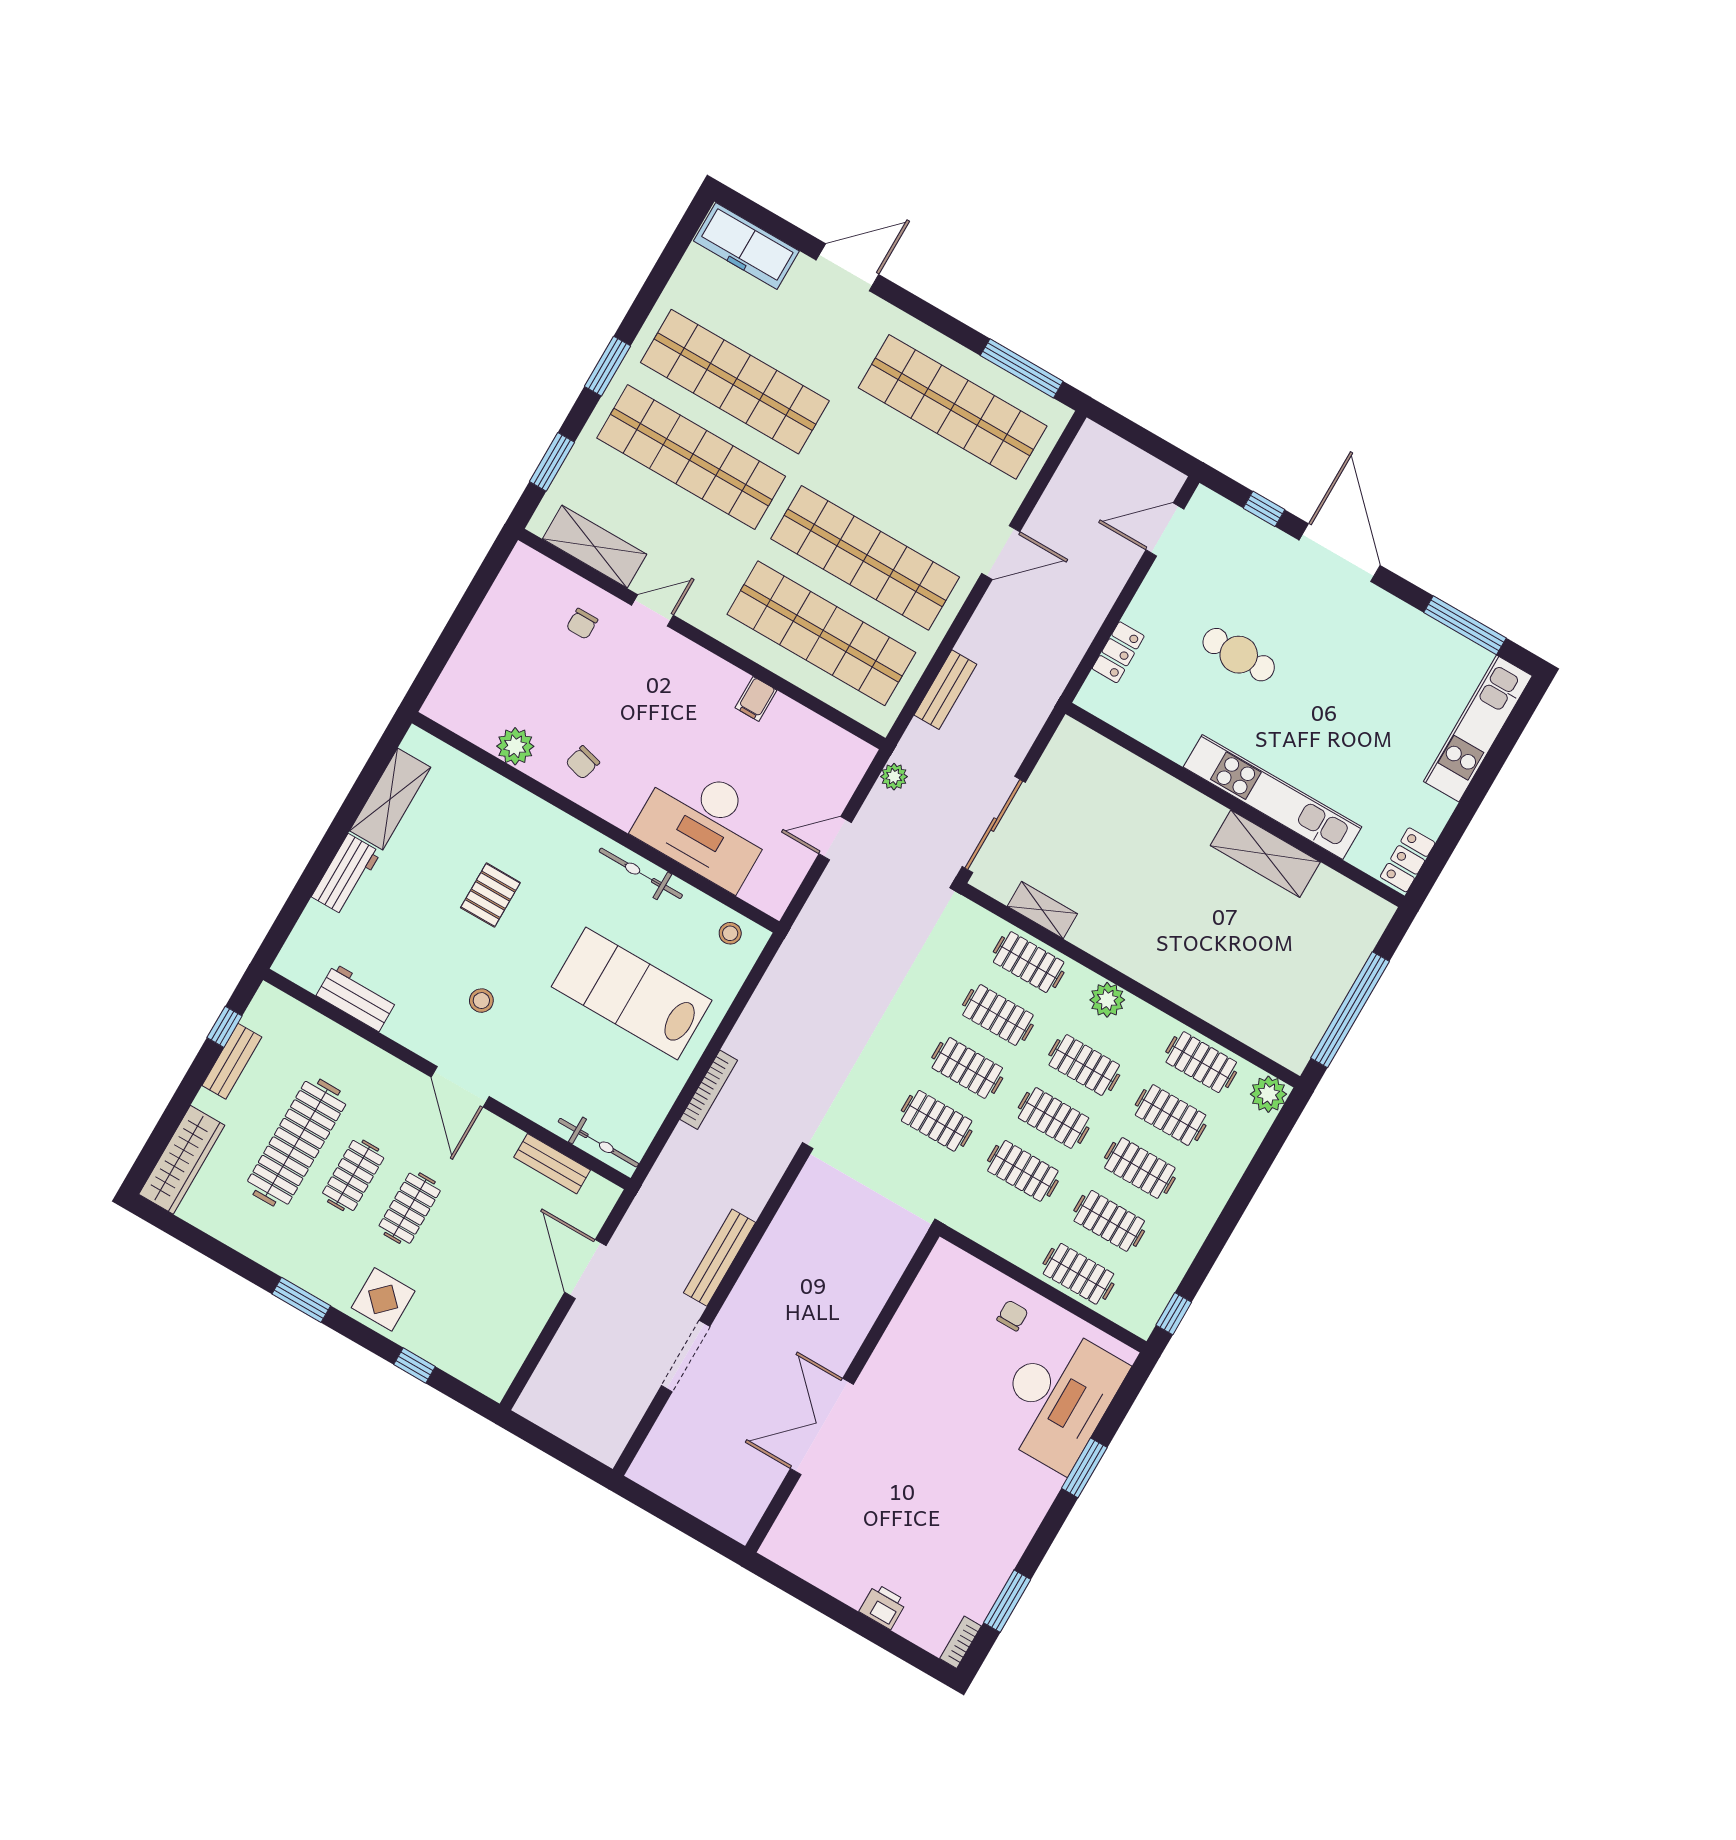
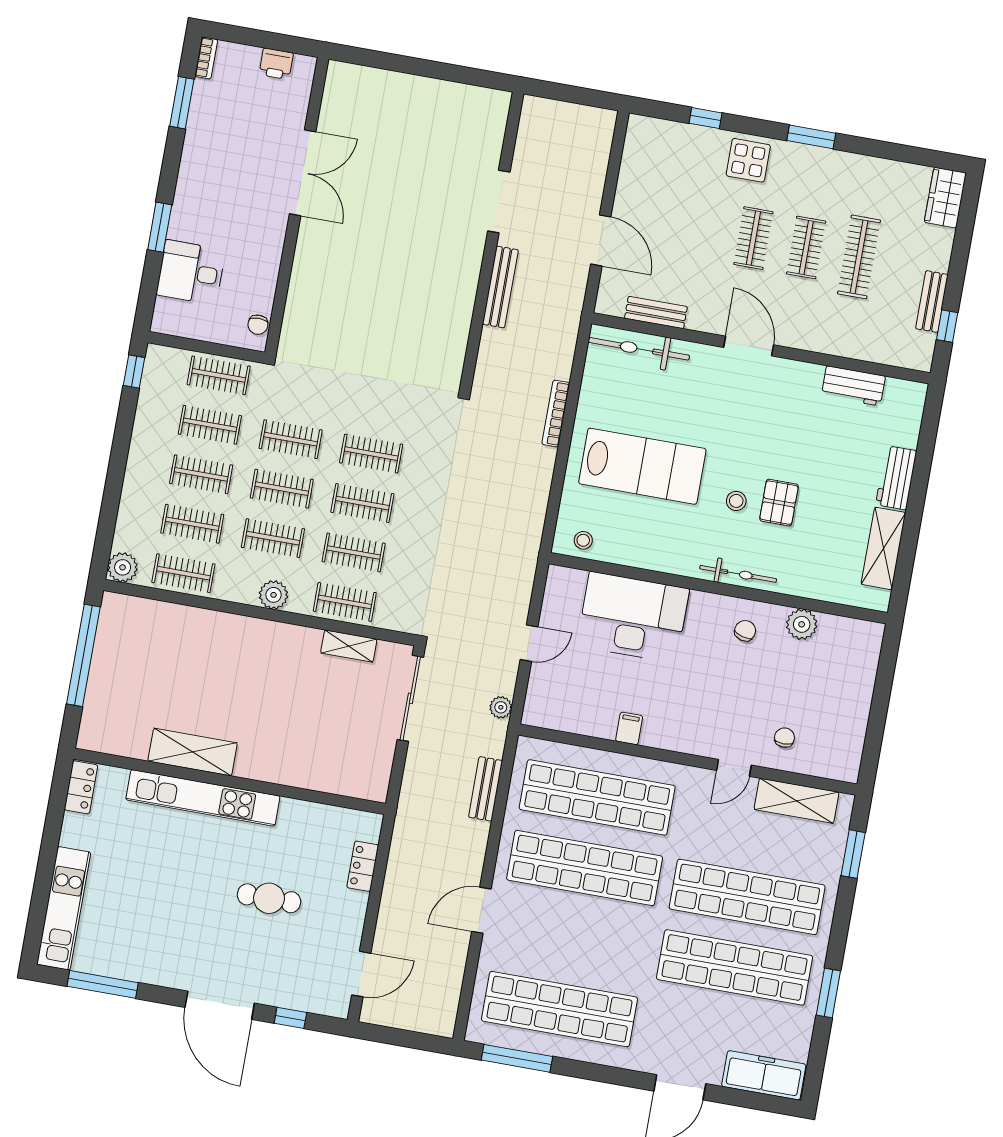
window: (607, 366) -> (828, 993), moved
bicycle: (641, 873) -> (738, 574), moved
stool: (481, 1001) -> (736, 501), moved
clothes rail: (297, 1143) -> (859, 257), width x0.73, depth x0.76
bicycle: (598, 1143) -> (639, 349), width x1.37, depth x1.40
wardrobe: (182, 1160) -> (945, 198), width x0.67
wall: (842, 1391) -> (297, 206), moved
desk: (1058, 1398) -> (191, 272), width x0.53, depth x0.77
double door: (822, 1427) -> (303, 173), moved

